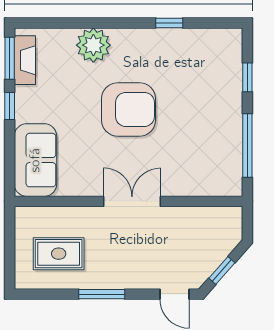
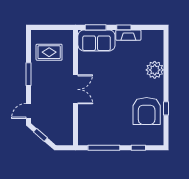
window: (10, 58) -> (96, 27), moved
fireplace: (25, 60) -> (128, 35), moved
armchair: (129, 109) -> (147, 111), moved
rug: (59, 254) -> (49, 52), turned 90

